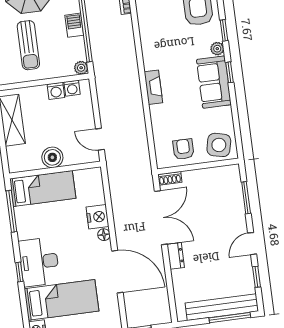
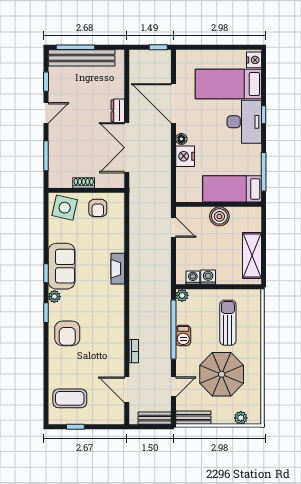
shoe rack: (170, 178) -> (84, 183), moved

